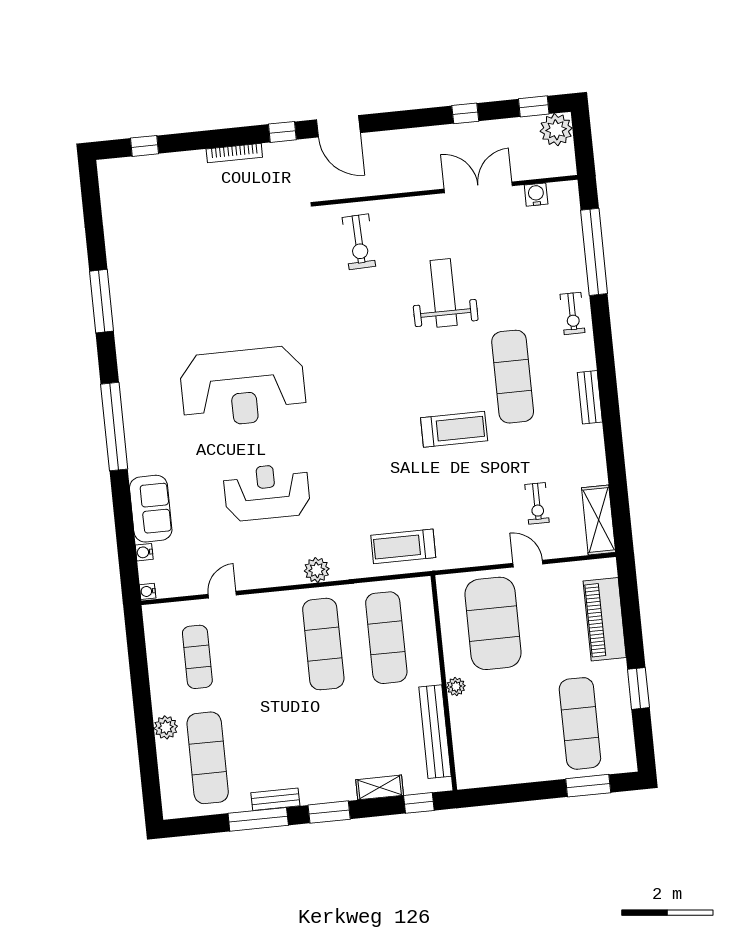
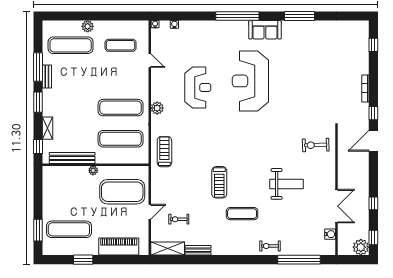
exercise mat: (513, 377) -> (242, 214), width x0.73, depth x0.69
bench: (590, 397) -> (198, 250), moved
sofa: (151, 509) -> (265, 30), moved

